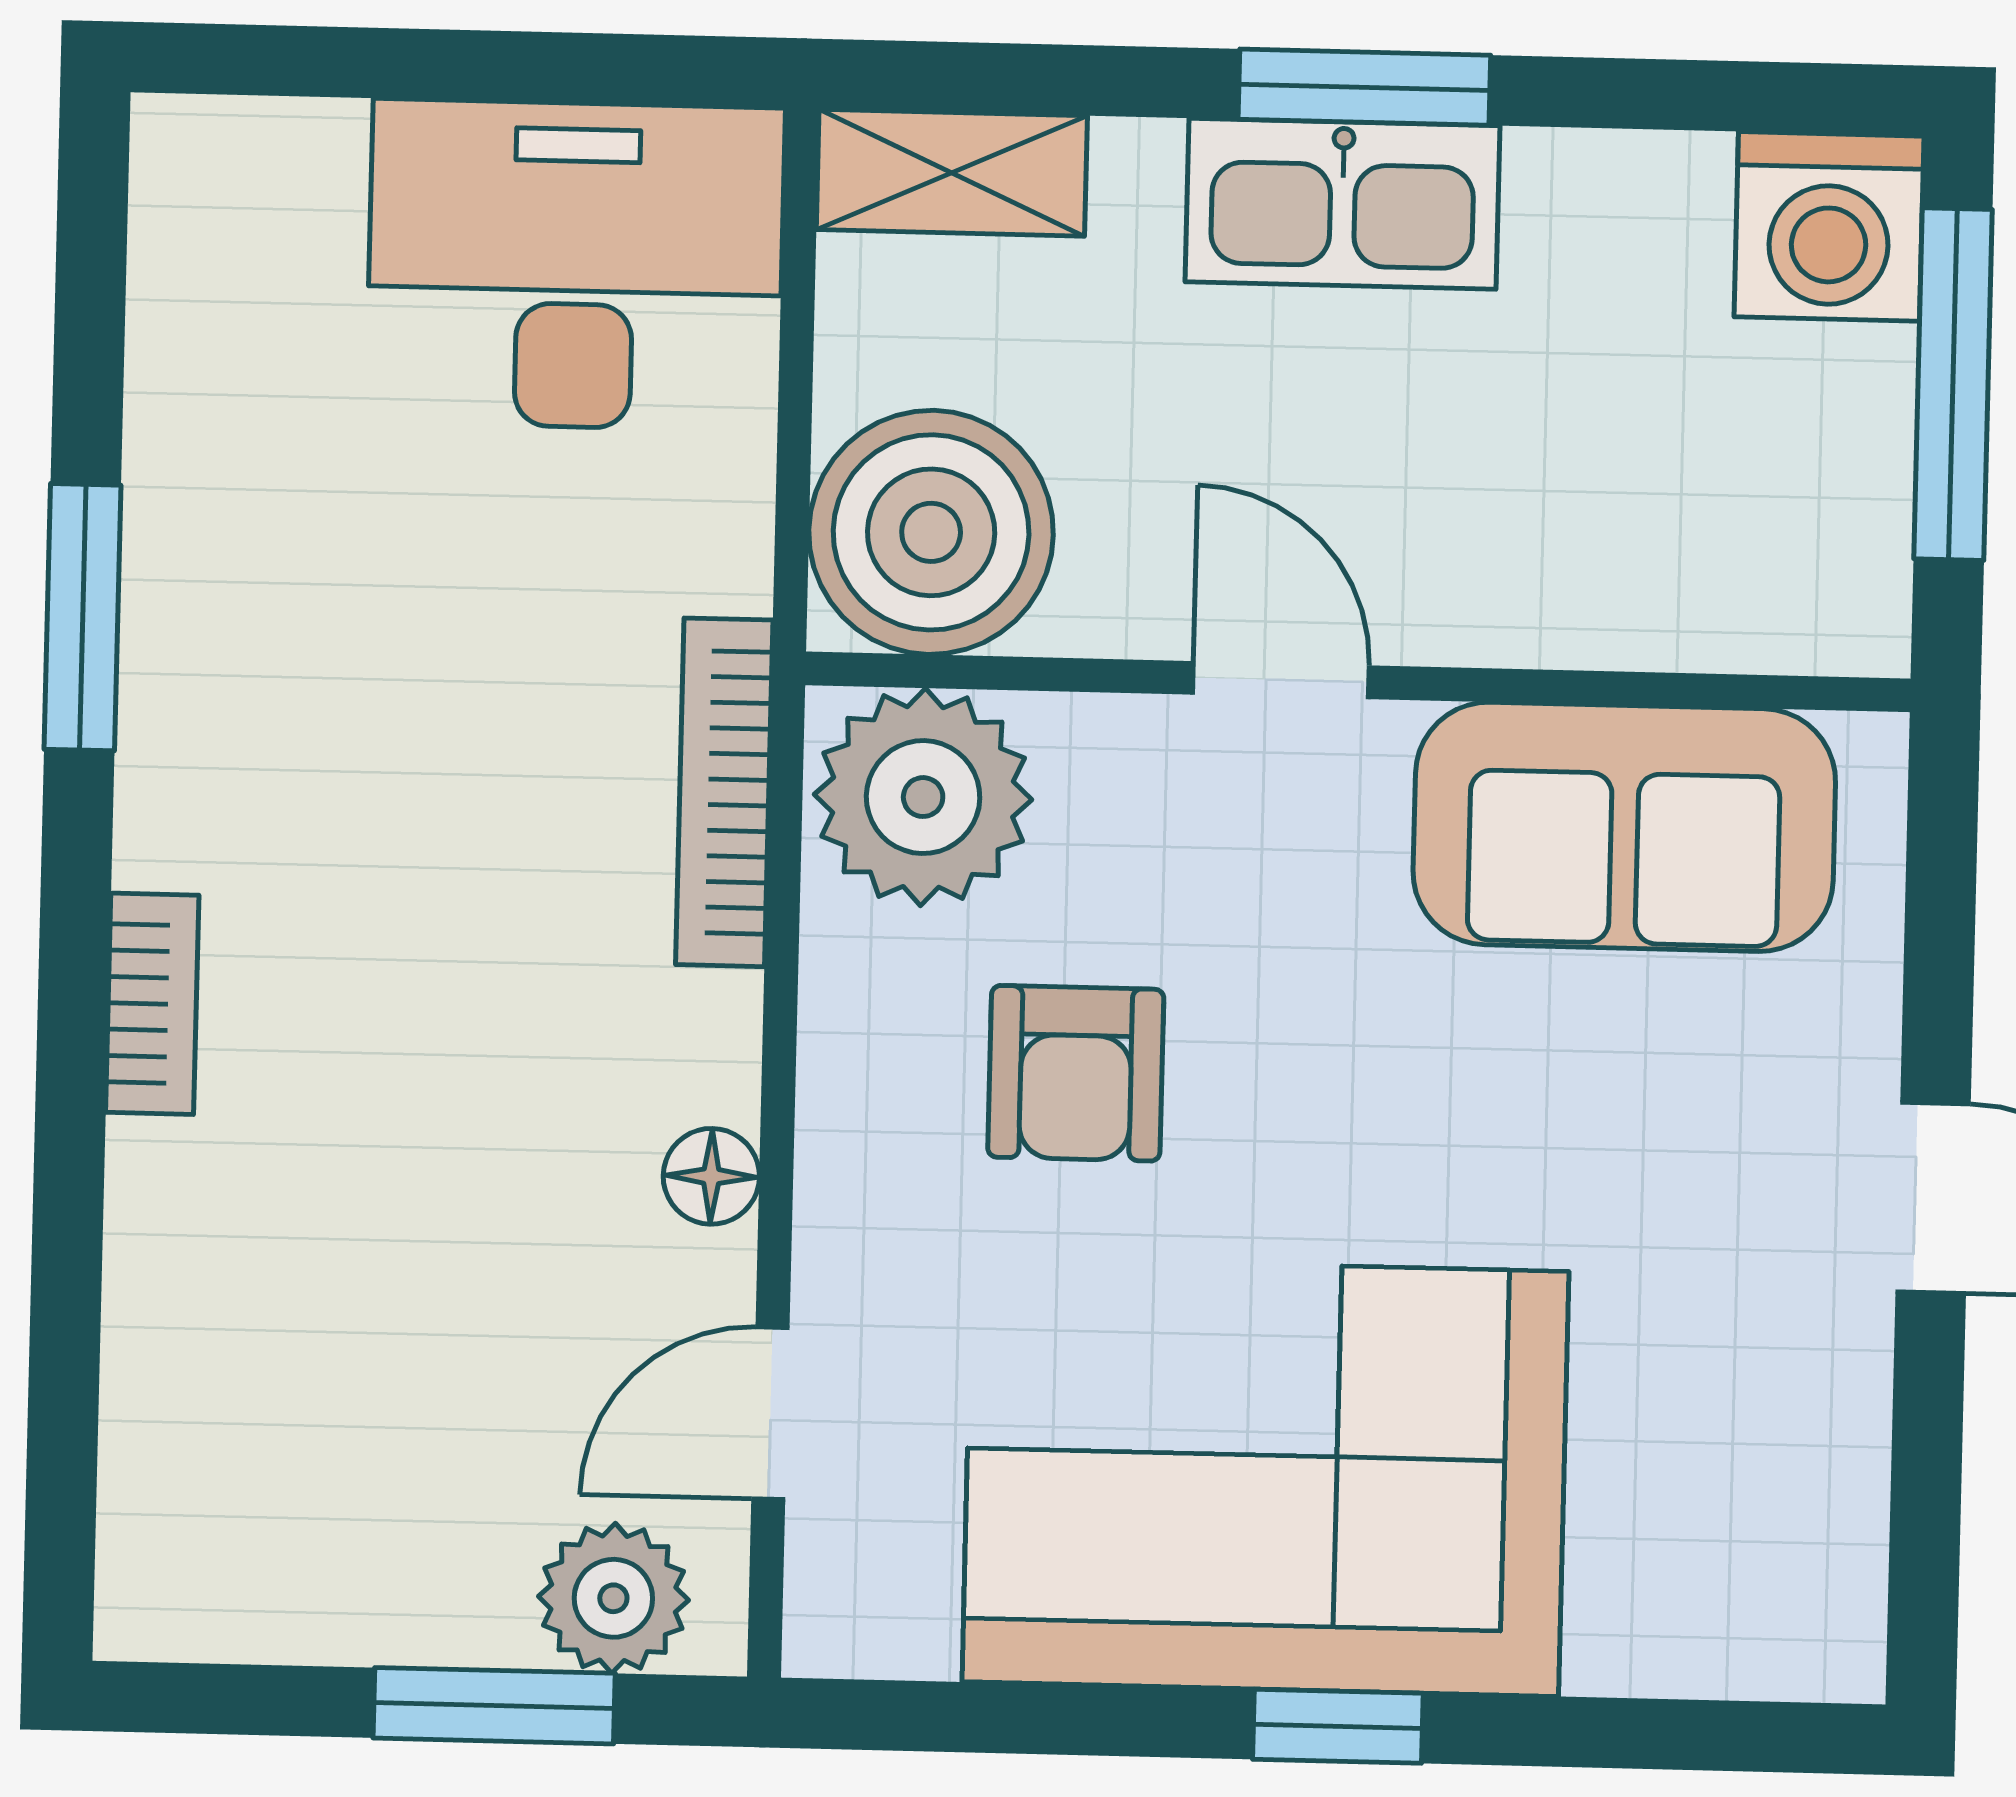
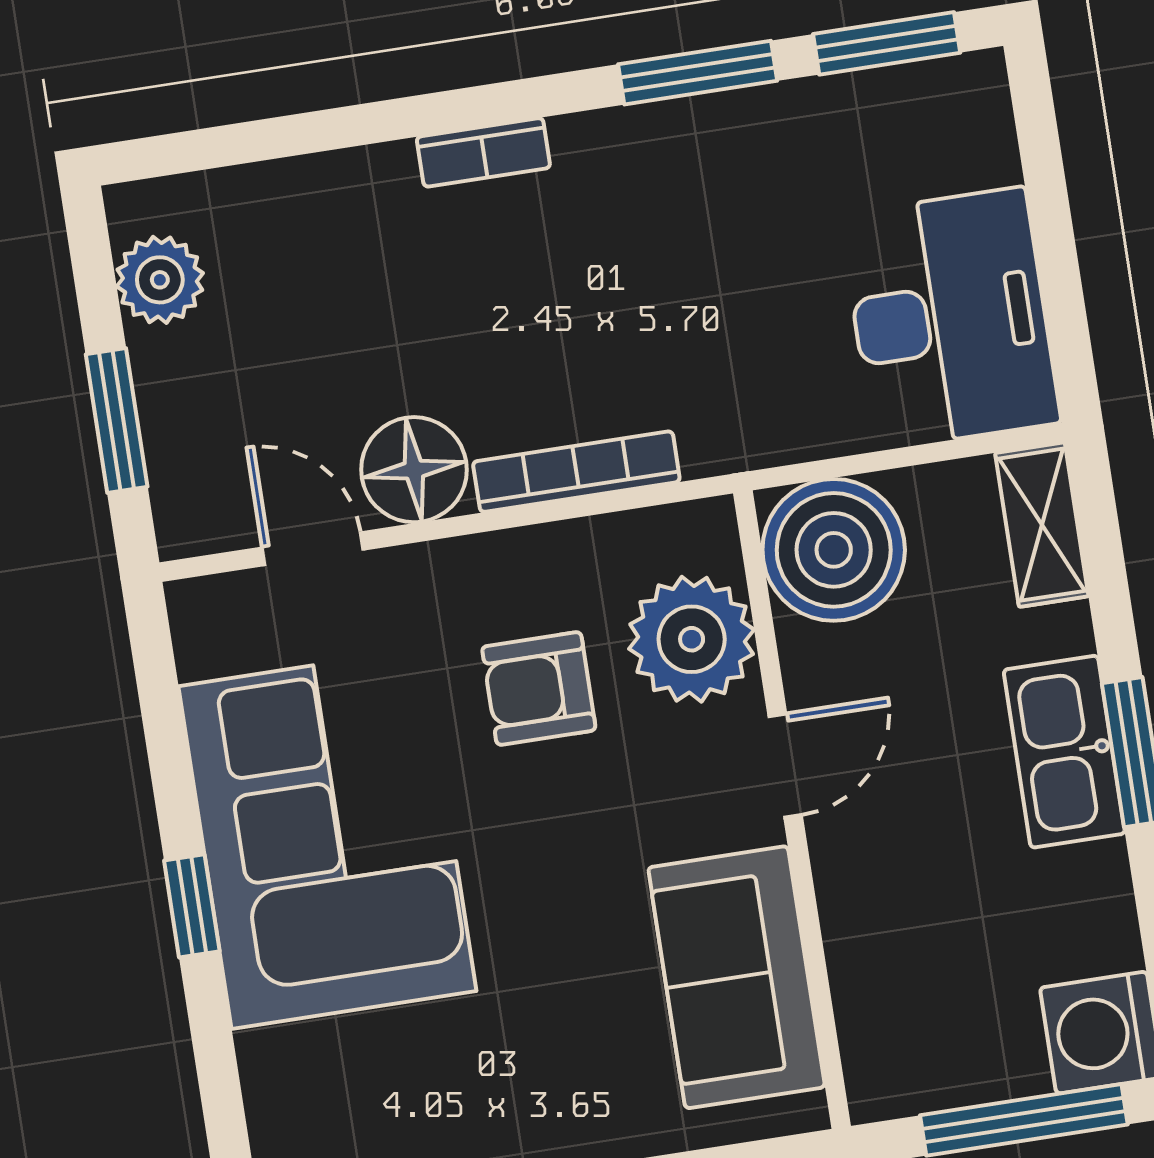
window: (91, 289) -> (887, 43), added
bookcase: (724, 792) -> (576, 472), moved
plant: (923, 797) -> (692, 639), moved
floor lamp: (711, 1176) -> (414, 470), width x1.89, depth x1.89
plant: (613, 1598) -> (160, 280), moved

